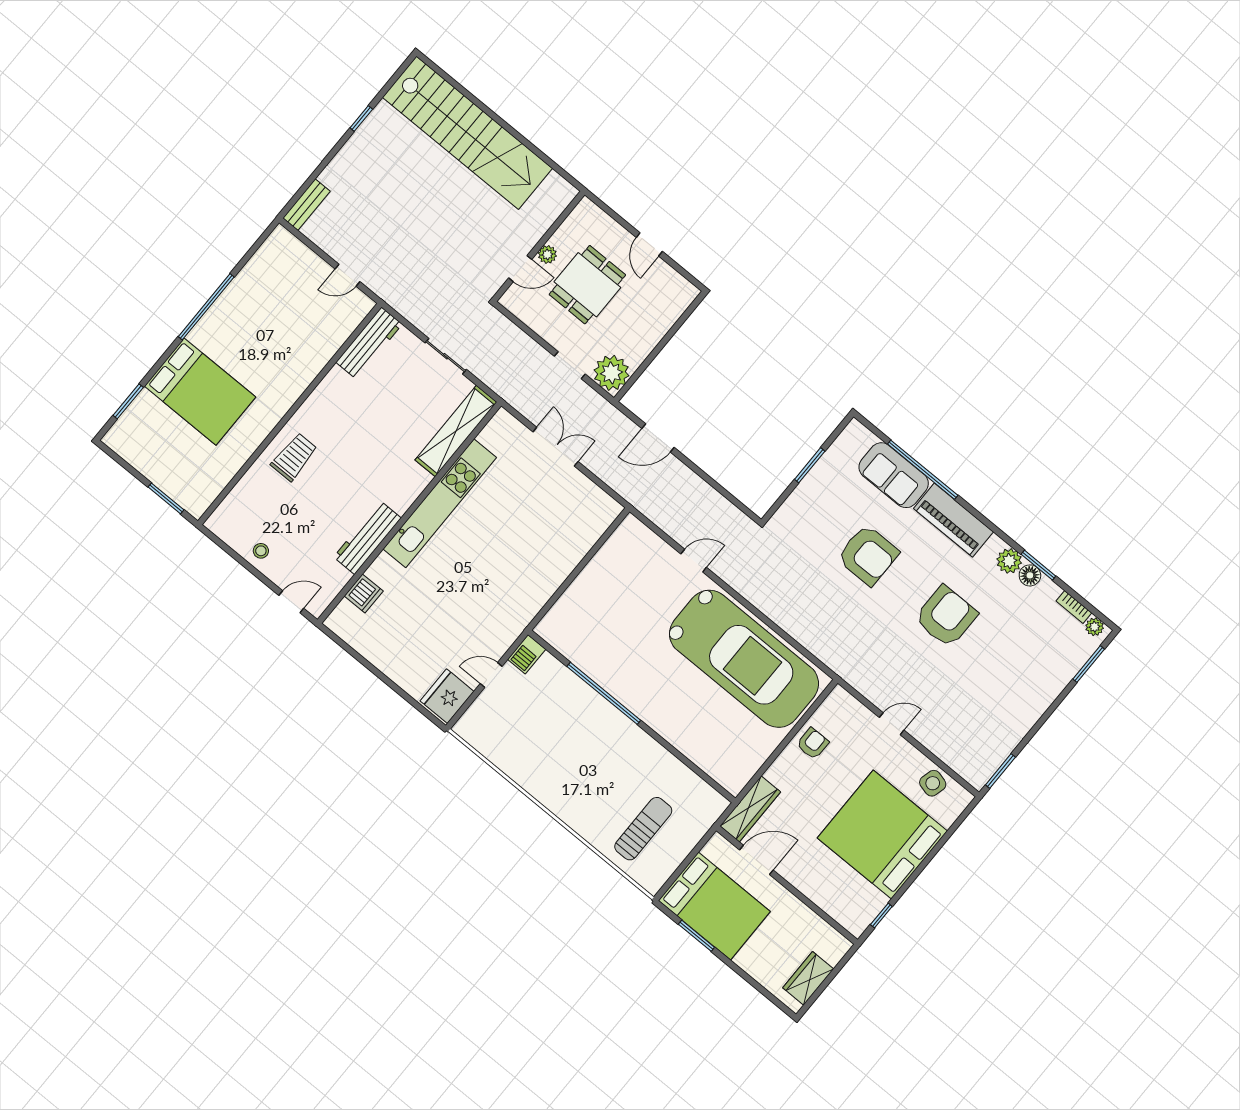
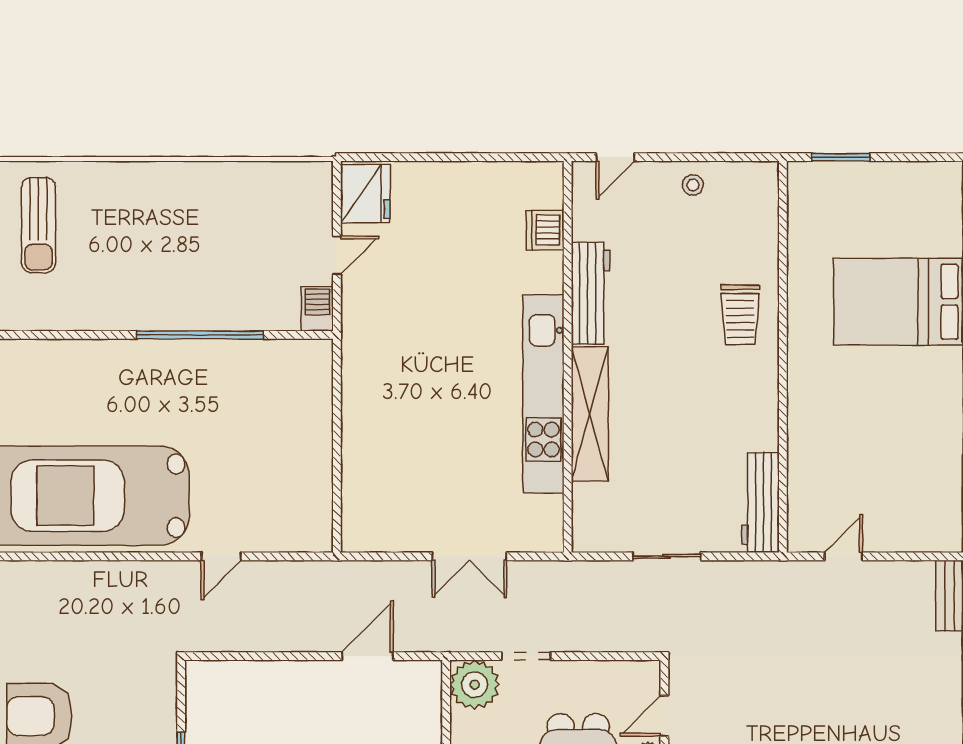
shelving: (456, 431) -> (590, 414), moved

